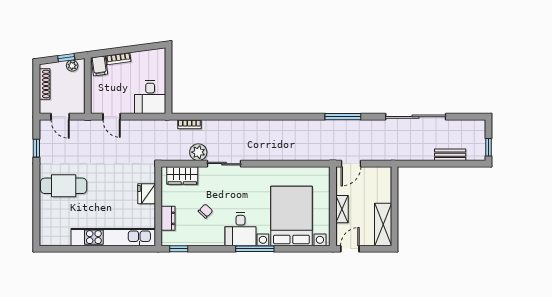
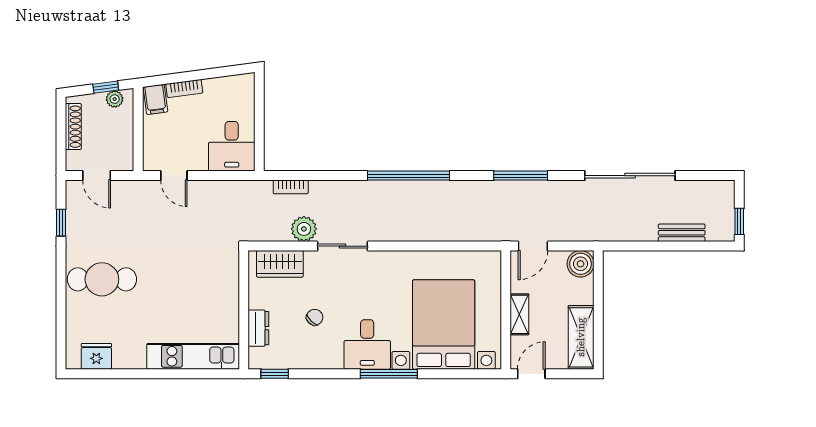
window: (268, 117) -> (408, 176), added
boiler: (383, 175) -> (581, 264), added
fridge: (147, 194) -> (96, 356), moved, turned 90
kitchen unit: (113, 237) -> (193, 356), width x0.73

